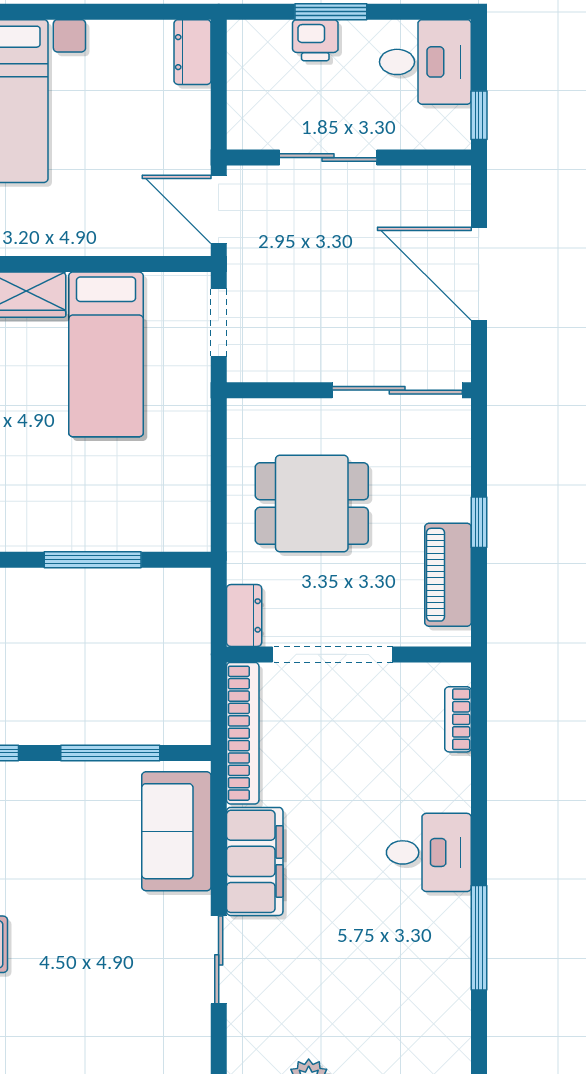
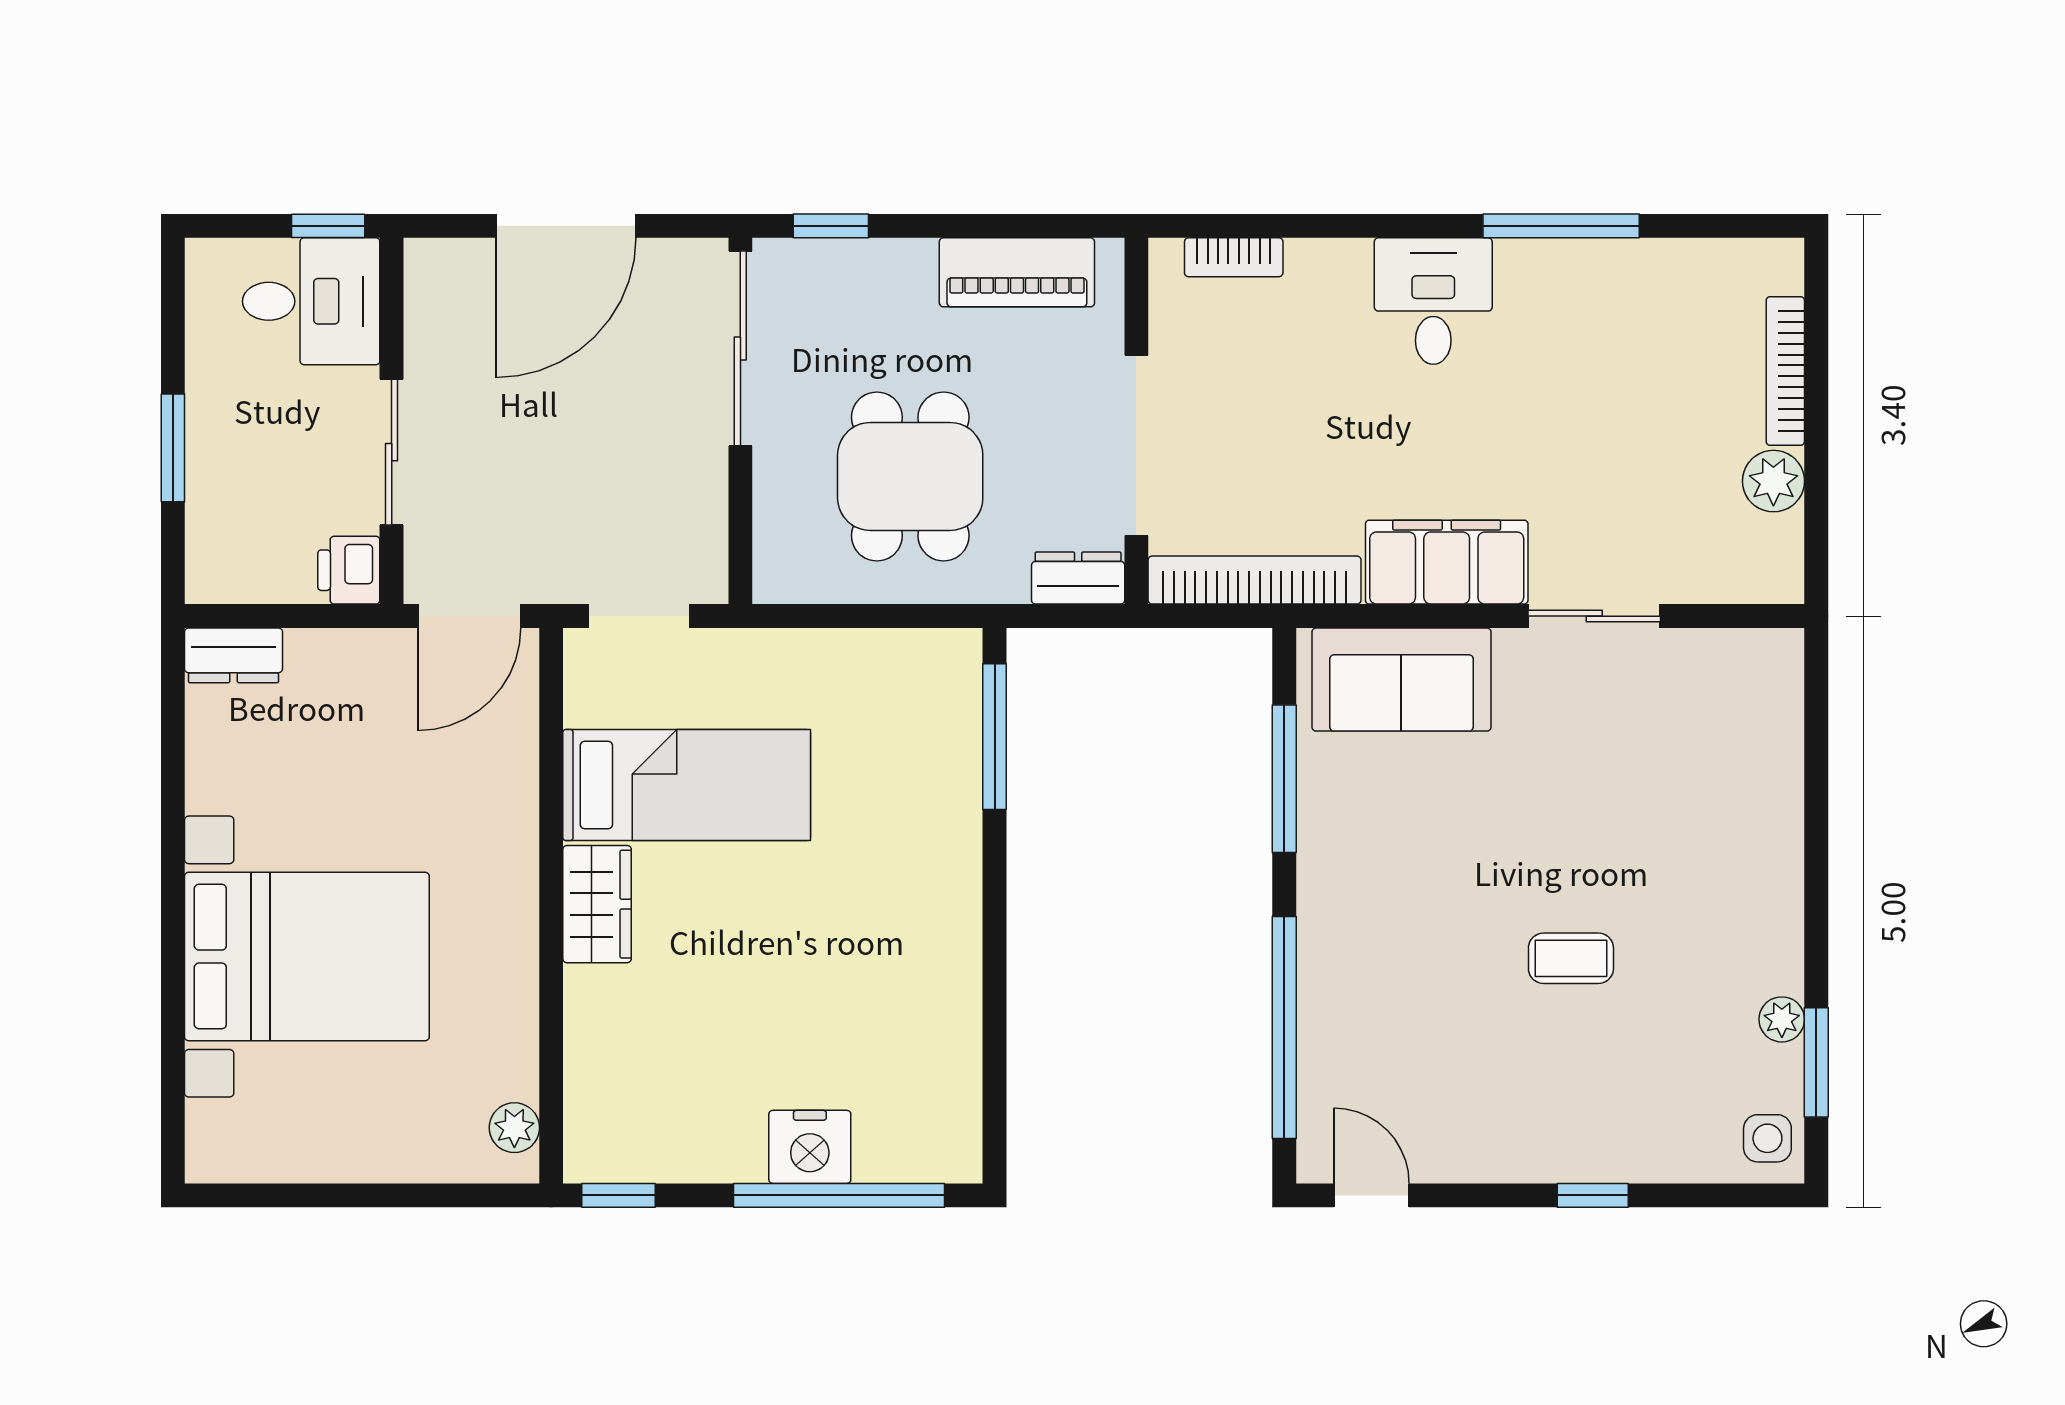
printer: (315, 40) -> (349, 570), moved, turned 180
desk: (425, 62) -> (311, 301), moved, turned 90
window: (479, 522) -> (831, 226), moved
window: (93, 560) -> (995, 737), moved

